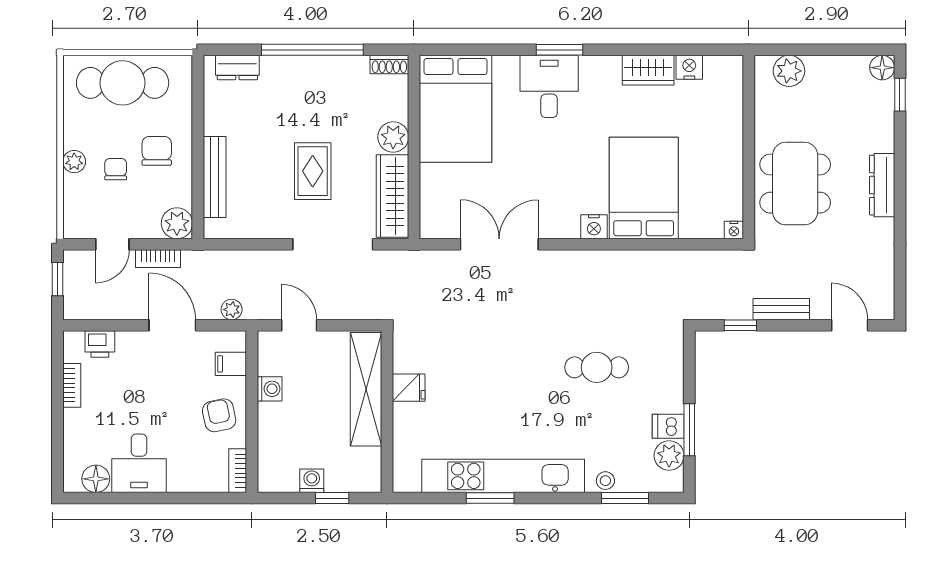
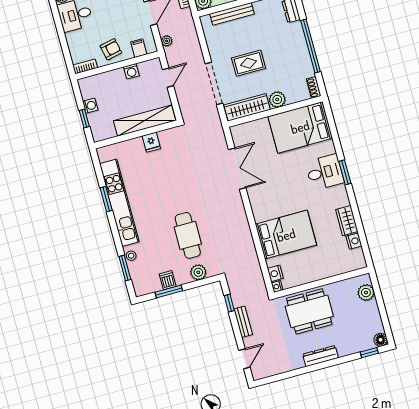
nightstand: (594, 227) -> (275, 273), moved
cafe table: (597, 367) -> (188, 235), width x1.37, depth x1.35
plant: (669, 456) -> (198, 272), moved

